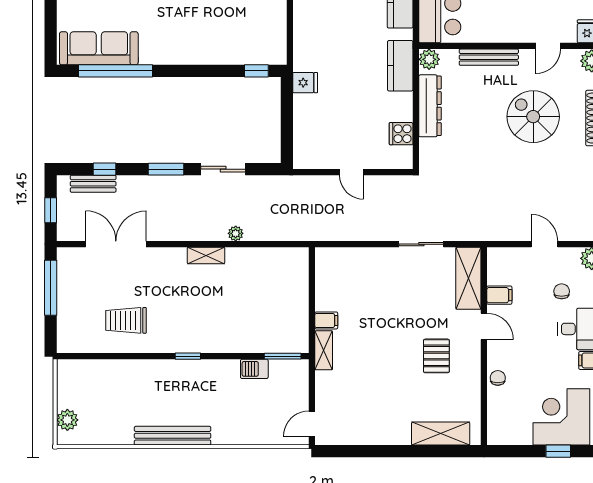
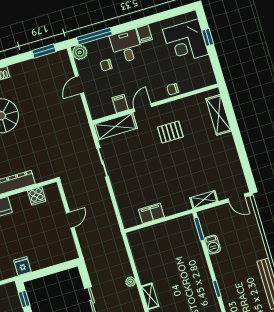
filing cabinet: (326, 320) -> (151, 213), moved, width x2.00
shelving: (324, 350) -> (204, 200), moved

